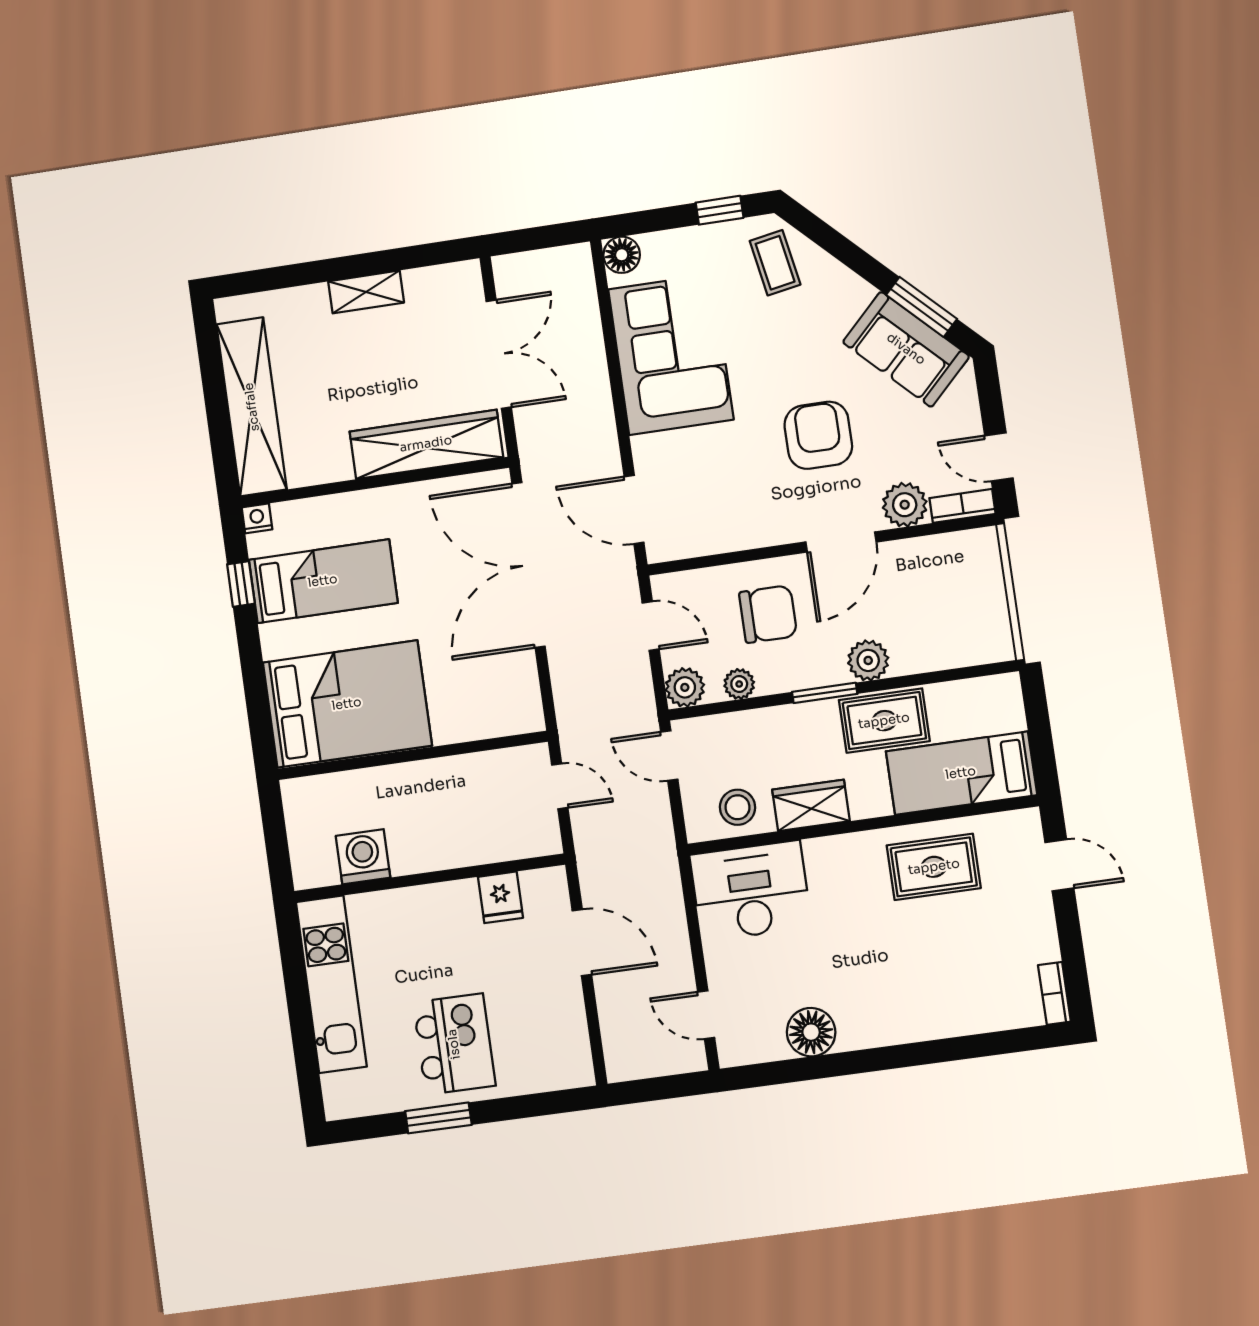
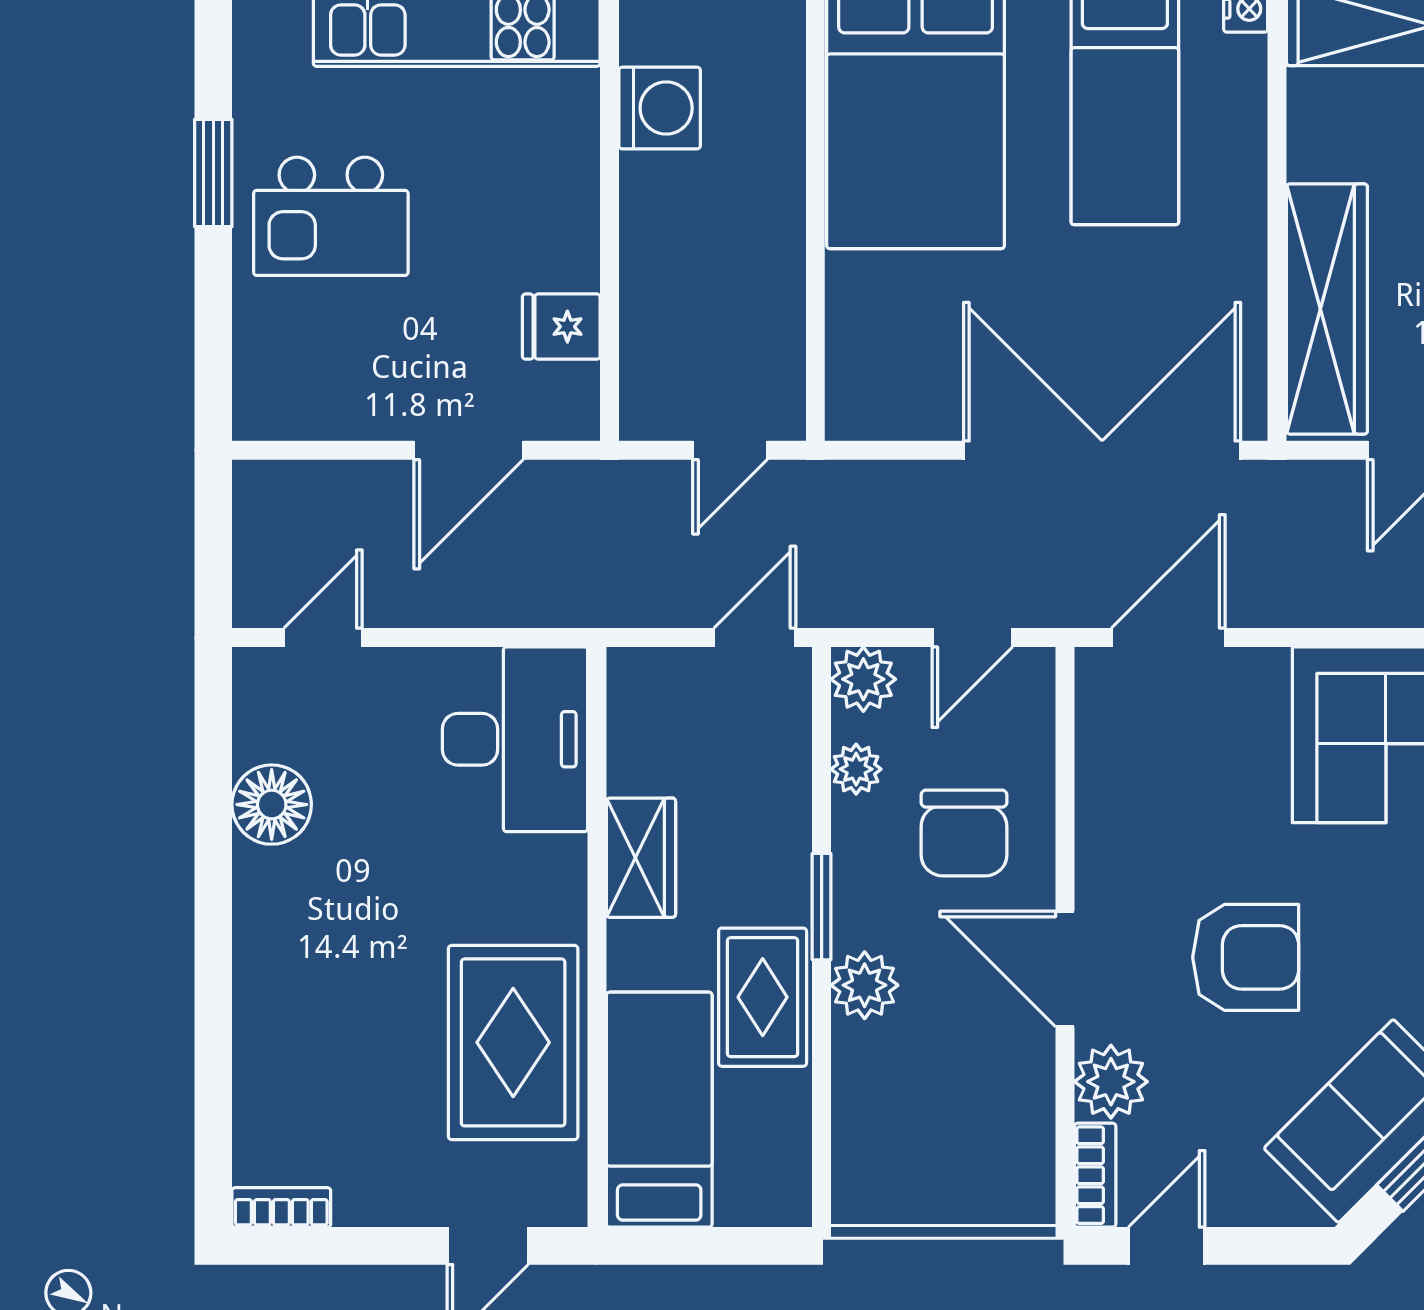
stool: (737, 807) -> (655, 737), removed
rug: (934, 867) -> (513, 1042), width x1.36, depth x1.43

